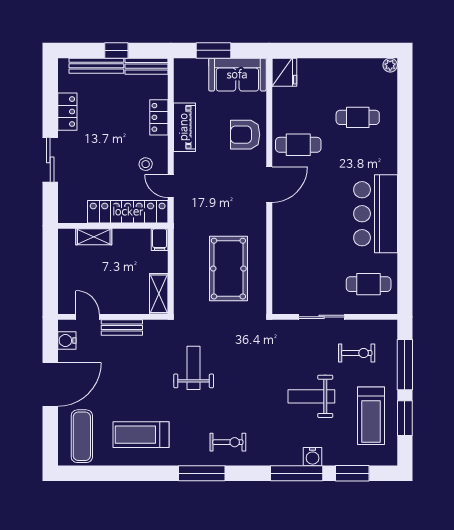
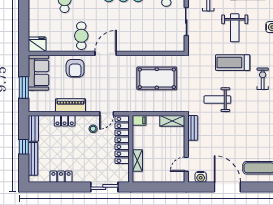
sliding door: (50, 160) -> (104, 187), moved
door: (269, 185) -> (106, 53), hinge flipped
bench: (122, 328) -> (193, 128), moved
treadmill: (141, 435) -> (233, 63), moved, turned 90

